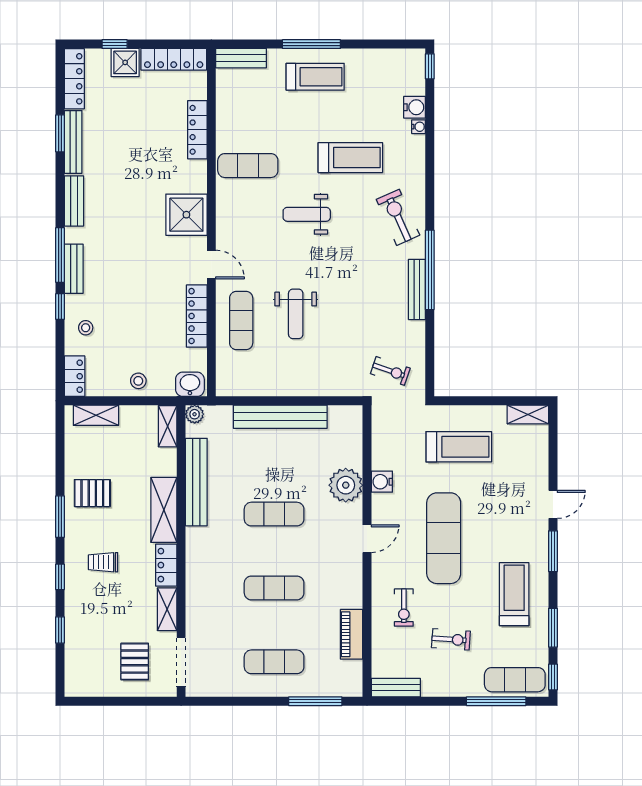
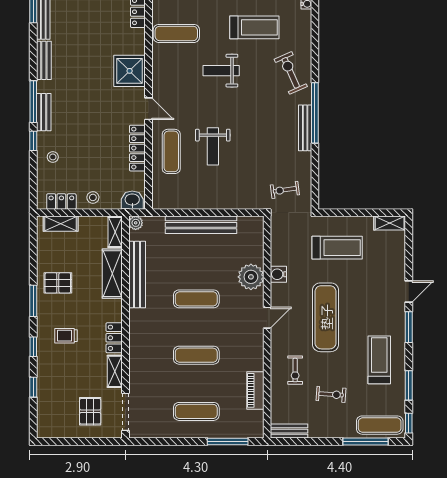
exercise bike: (390, 371) -> (285, 190), turned 153
locker: (75, 376) -> (61, 202), moved, turned -90
shelving: (164, 510) -> (112, 274), moved

